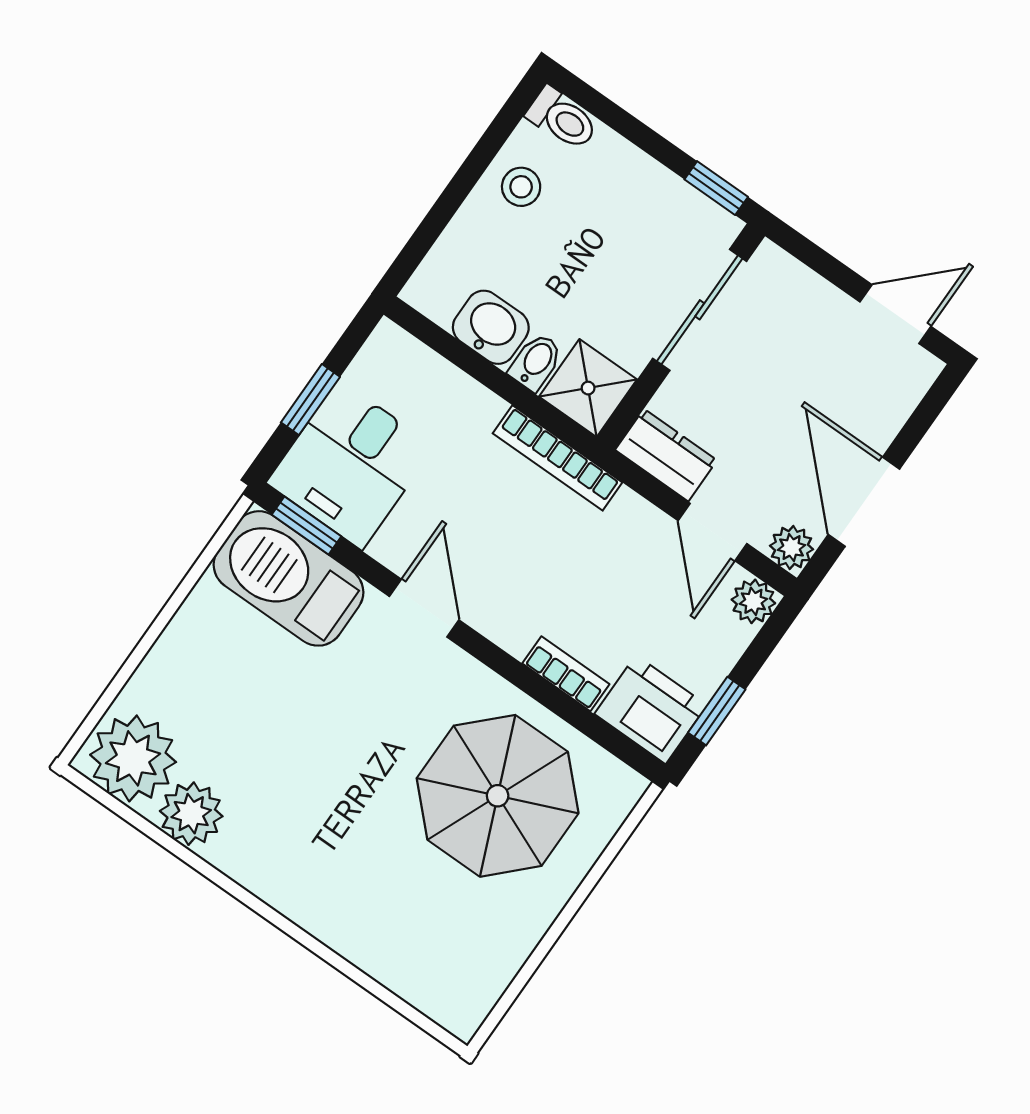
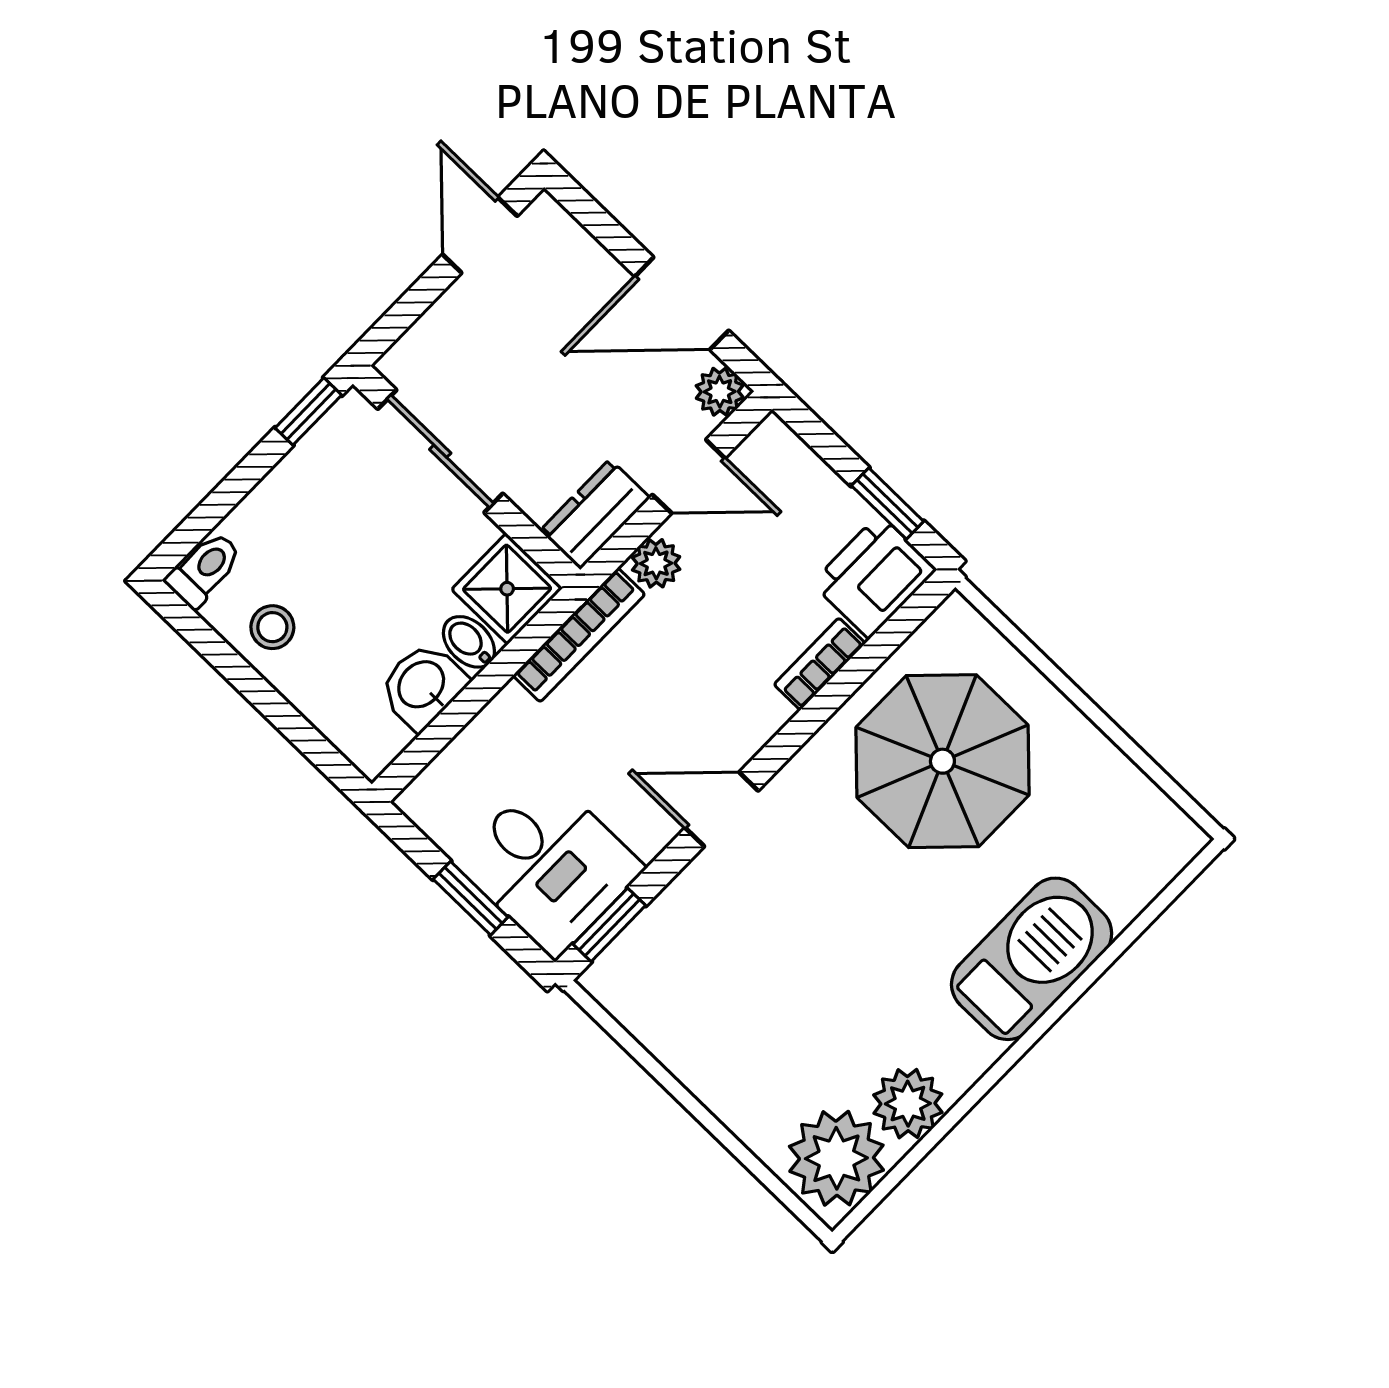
barbecue: (288, 578) -> (1032, 959), moved, turned 180
plant: (753, 601) -> (656, 563), moved

